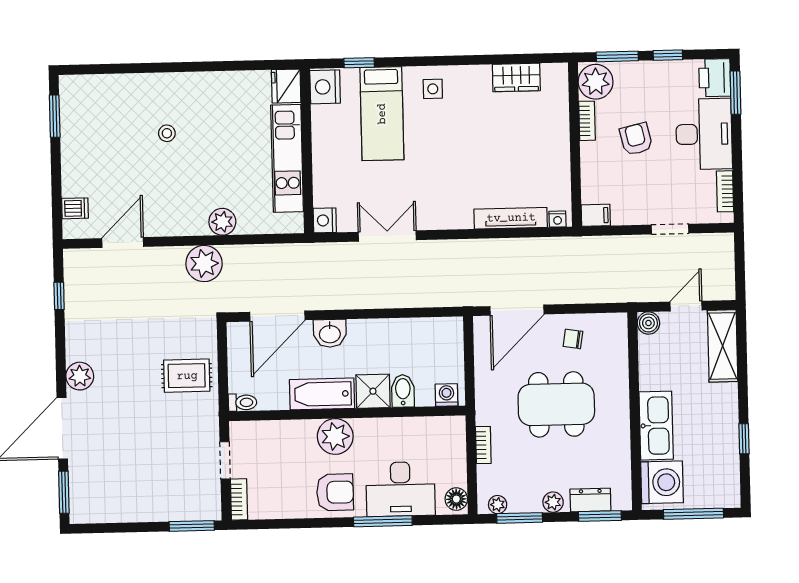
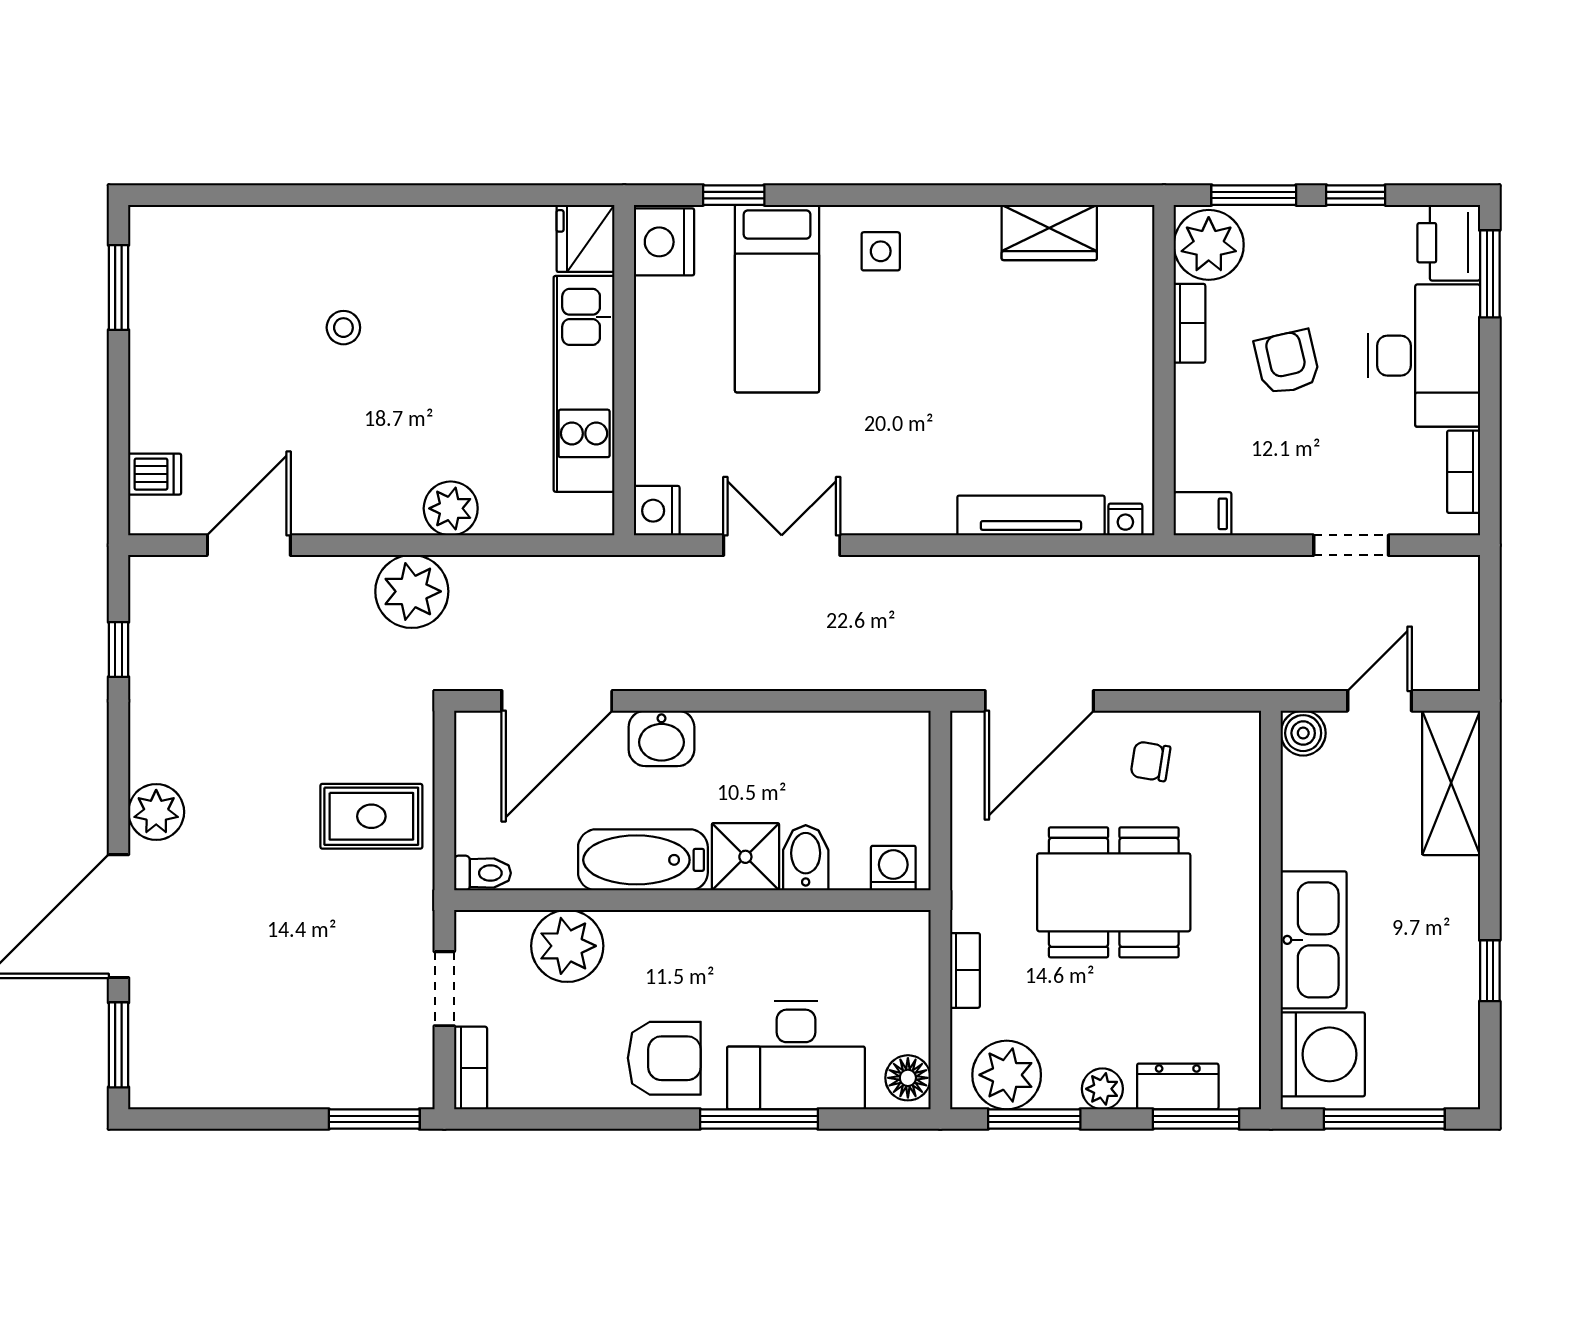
plant: (335, 436) -> (567, 946), moved
plant: (498, 505) -> (1007, 1075), width x1.88, depth x1.88

